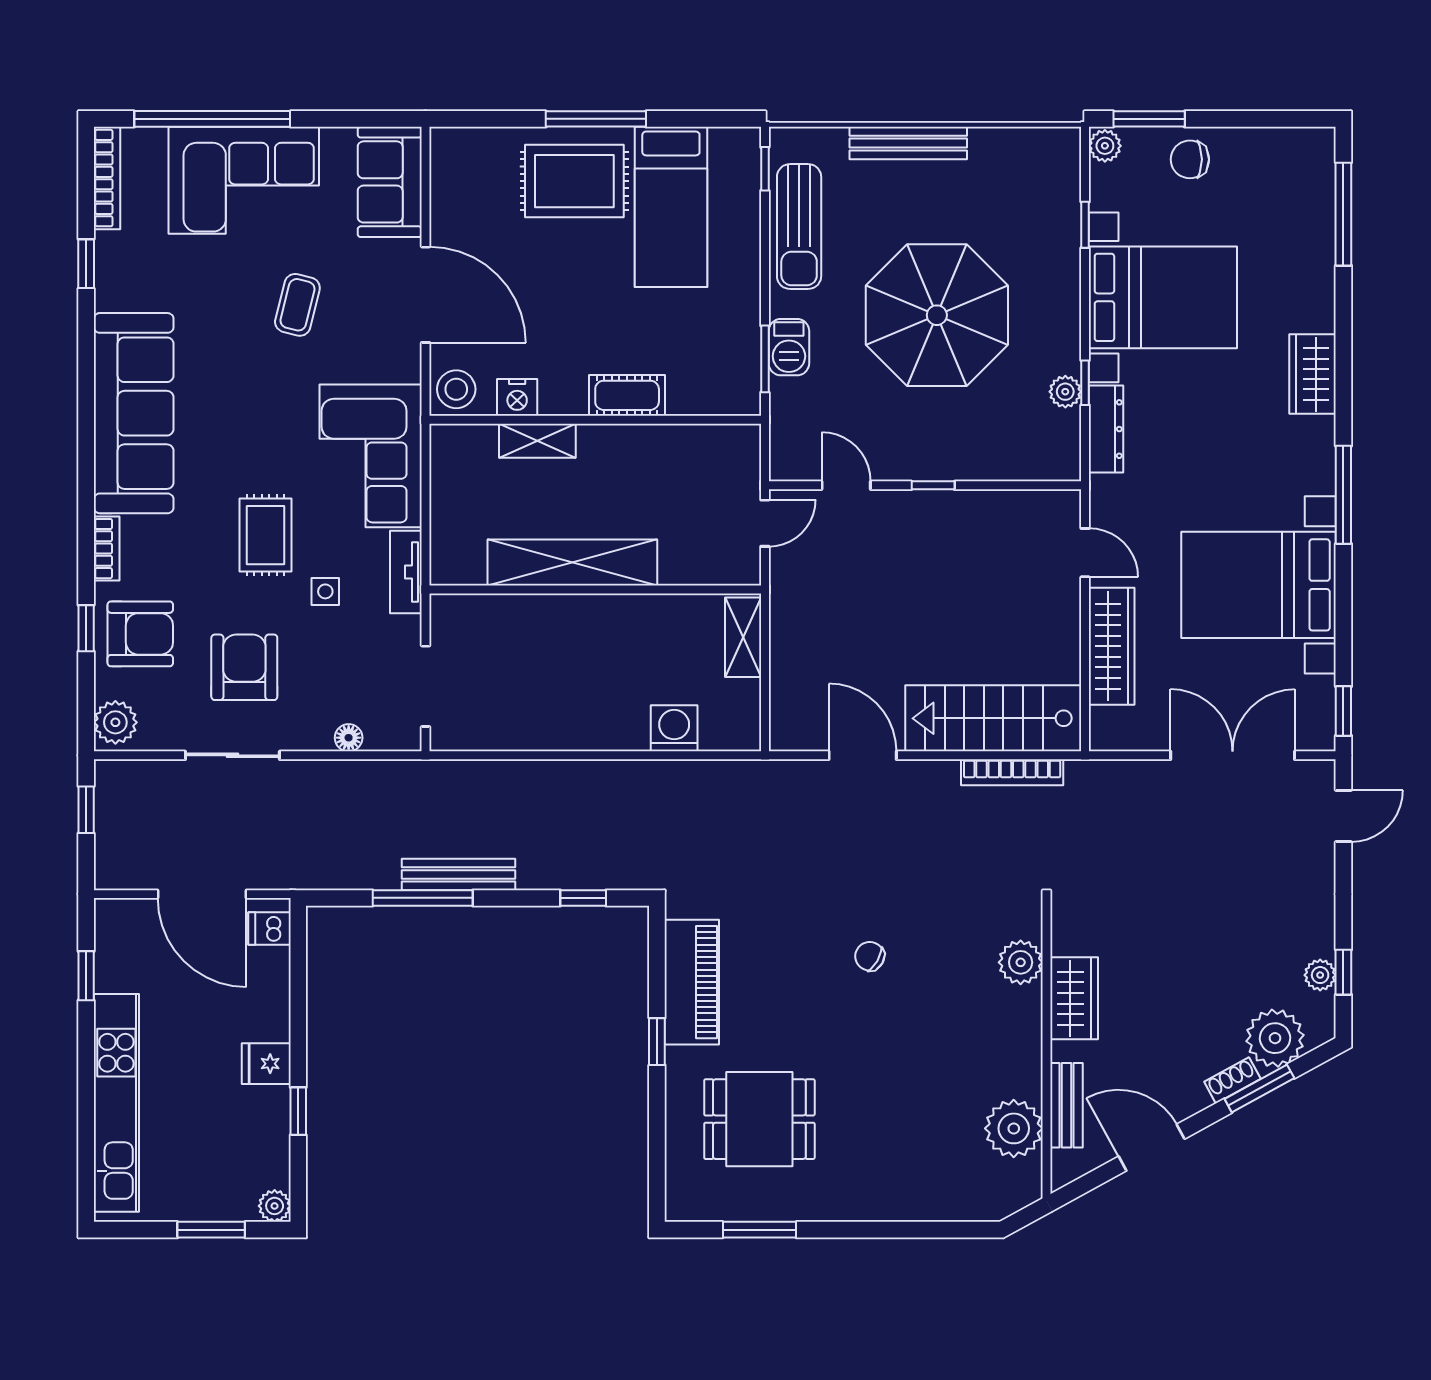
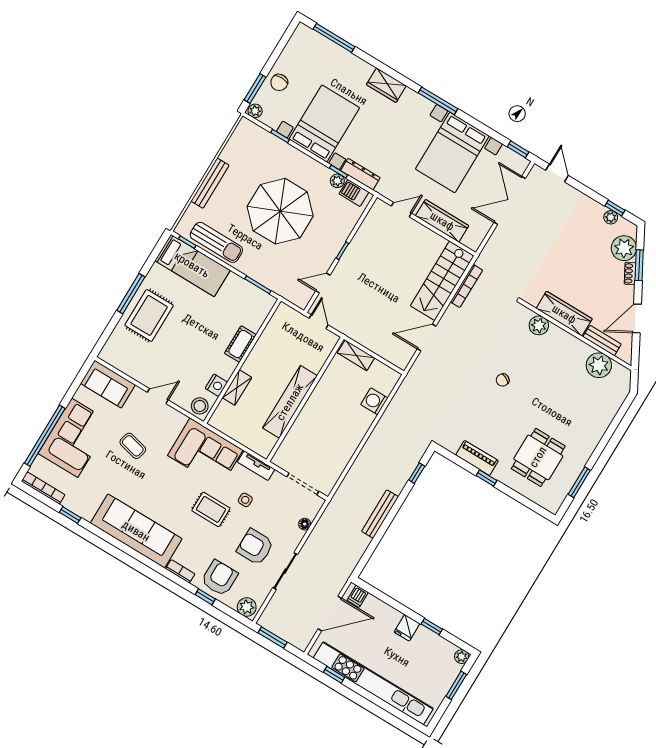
bed: (671, 207) -> (192, 265), moved
door: (426, 295) -> (158, 396), width x0.53
barbecue: (789, 347) -> (354, 193), moved, turned 180
window: (86, 810) -> (273, 638), width x1.50
window: (423, 898) -> (381, 533), removed
piano: (692, 982) -> (477, 458), width x0.73, depth x0.75
wardrobe: (1074, 998) -> (564, 314), width x1.50
kitchen unit: (116, 1103) -> (373, 683), width x1.36

